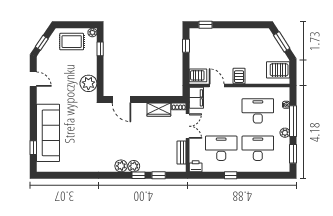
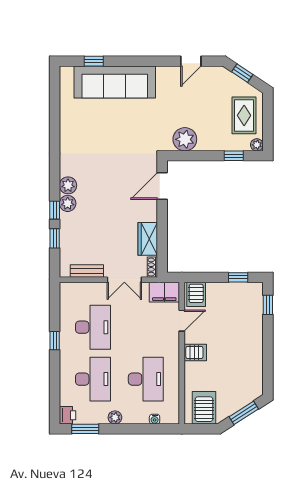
window: (293, 121) -> (131, 429), removed
printer: (196, 166) -> (67, 415), moved

